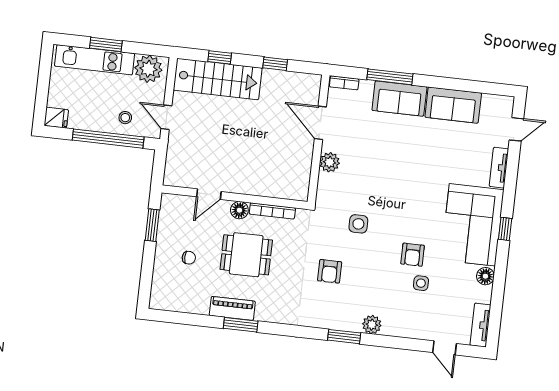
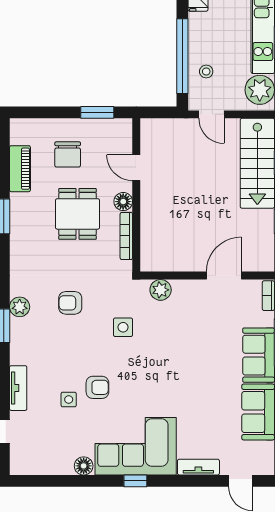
door: (166, 117) -> (211, 114), swing flipped
plant: (330, 162) -> (161, 290), moved
armchair: (413, 255) -> (97, 387), turned 180
chair: (189, 258) -> (68, 154), width x1.87, depth x1.87
piano: (232, 308) -> (20, 169), moved
plant: (372, 325) -> (20, 307), moved
tv unit: (480, 325) -> (18, 388), moved, turned 90

